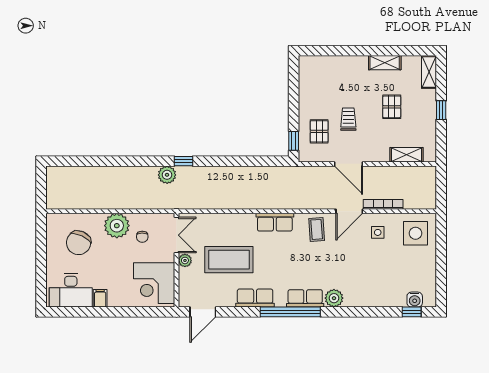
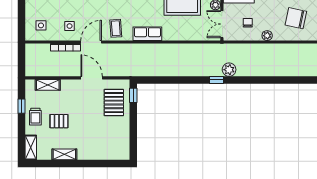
pallet: (392, 107) -> (59, 121), turned 90
window: (441, 110) -> (22, 106), moved
trolley: (348, 119) -> (35, 117), moved
pallet: (319, 131) -> (114, 103), width x1.50, depth x1.42
plant: (117, 226) -> (267, 36), width x0.53, depth x0.53
side table: (415, 233) -> (41, 25), width x0.54, depth x0.54
chair: (79, 243) -> (296, 18), turned -103

